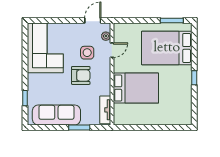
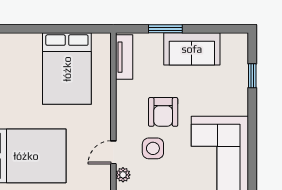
armchair: (81, 75) -> (163, 112), turned -90
bed: (136, 88) -> (67, 69), moved, turned -90
sofa: (56, 115) -> (192, 49), width x0.73

